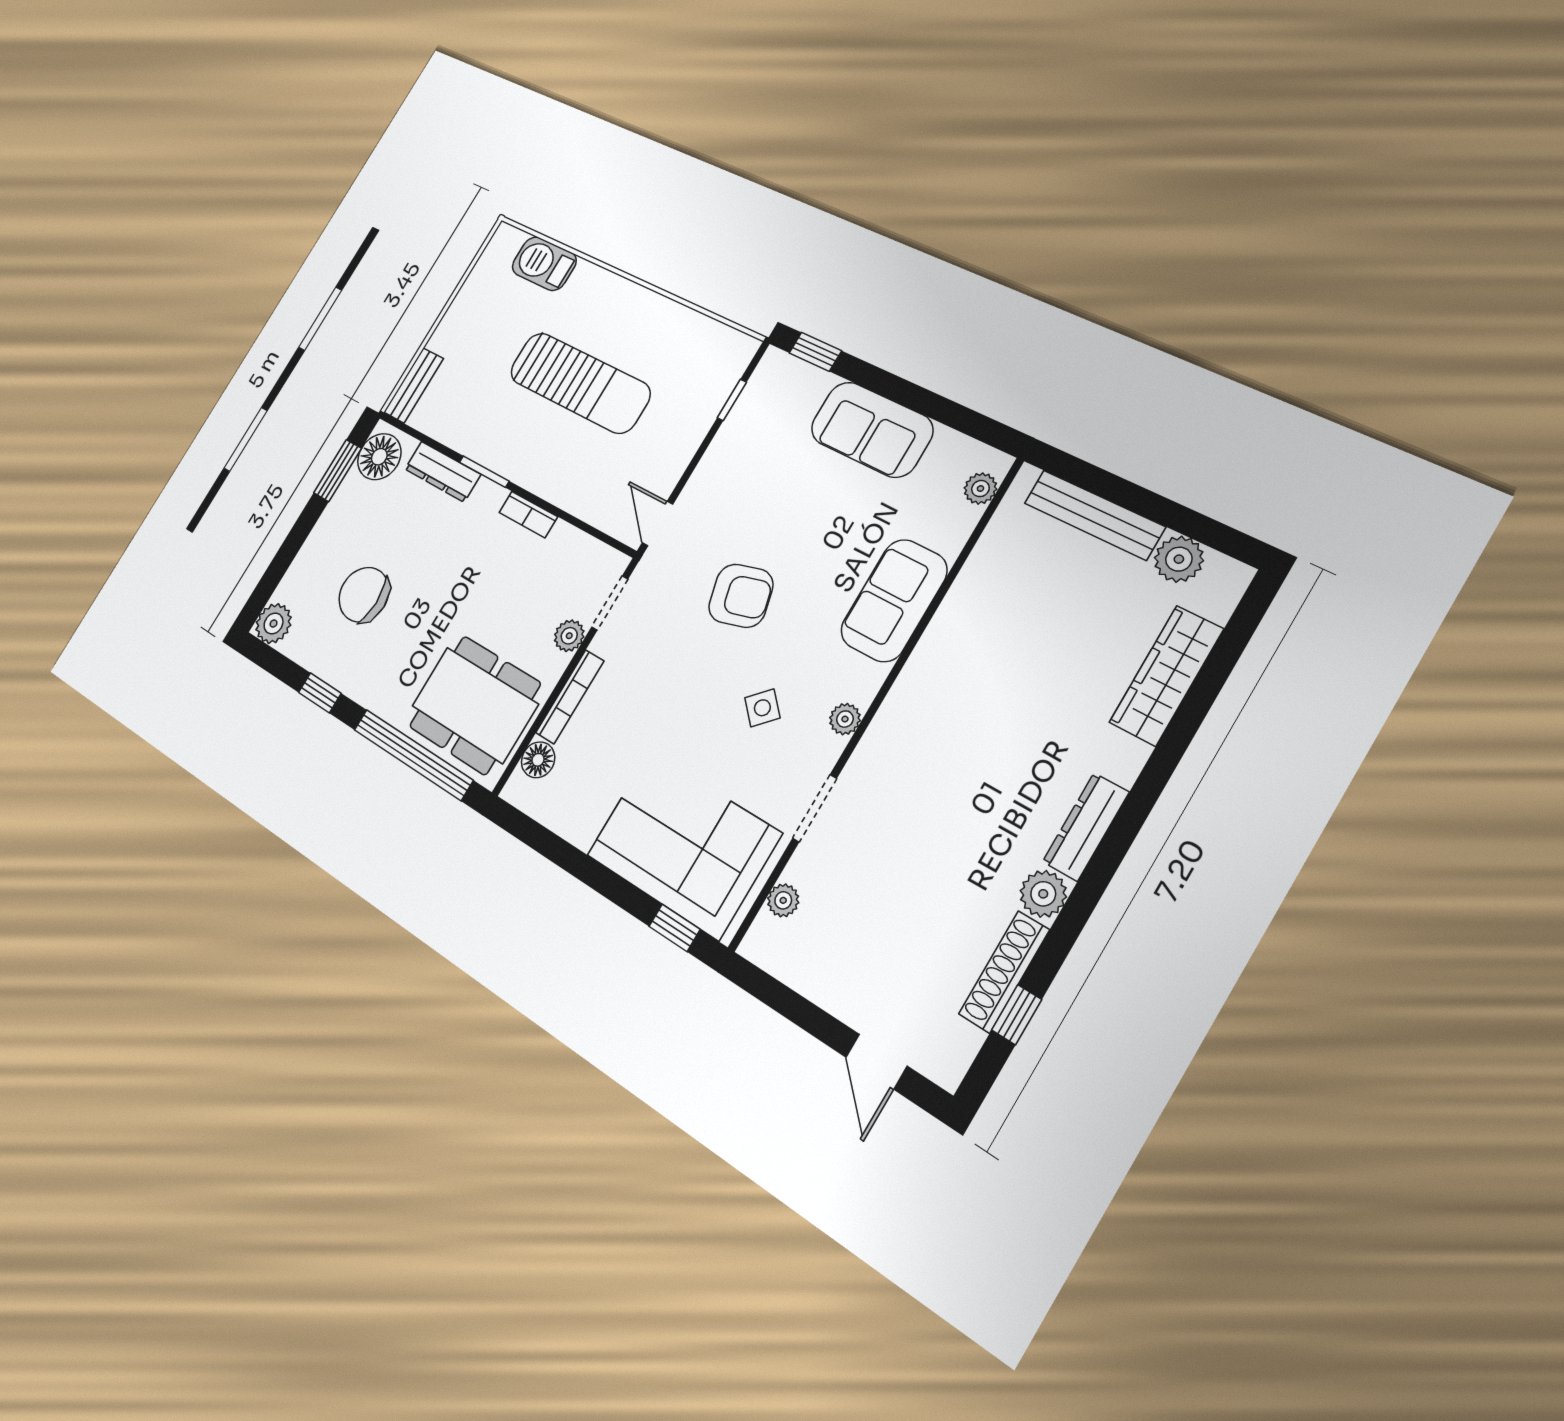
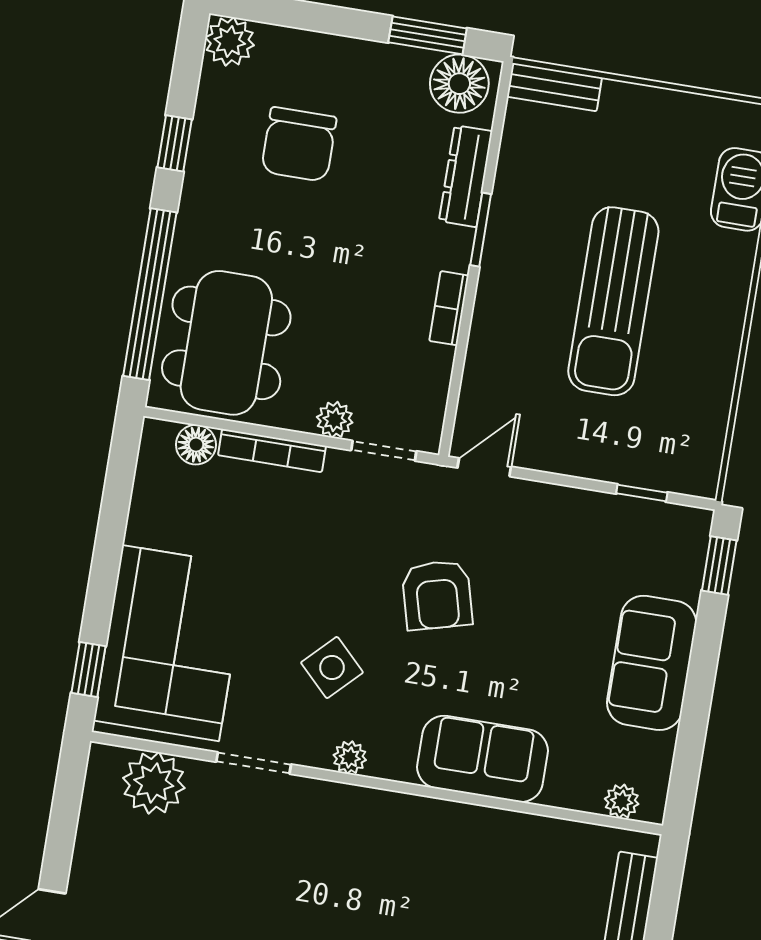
chair: (364, 595) -> (299, 144), turned 180
side table: (762, 708) -> (332, 668), width x1.37, depth x1.37
plant: (783, 900) -> (154, 783), width x1.88, depth x1.88

